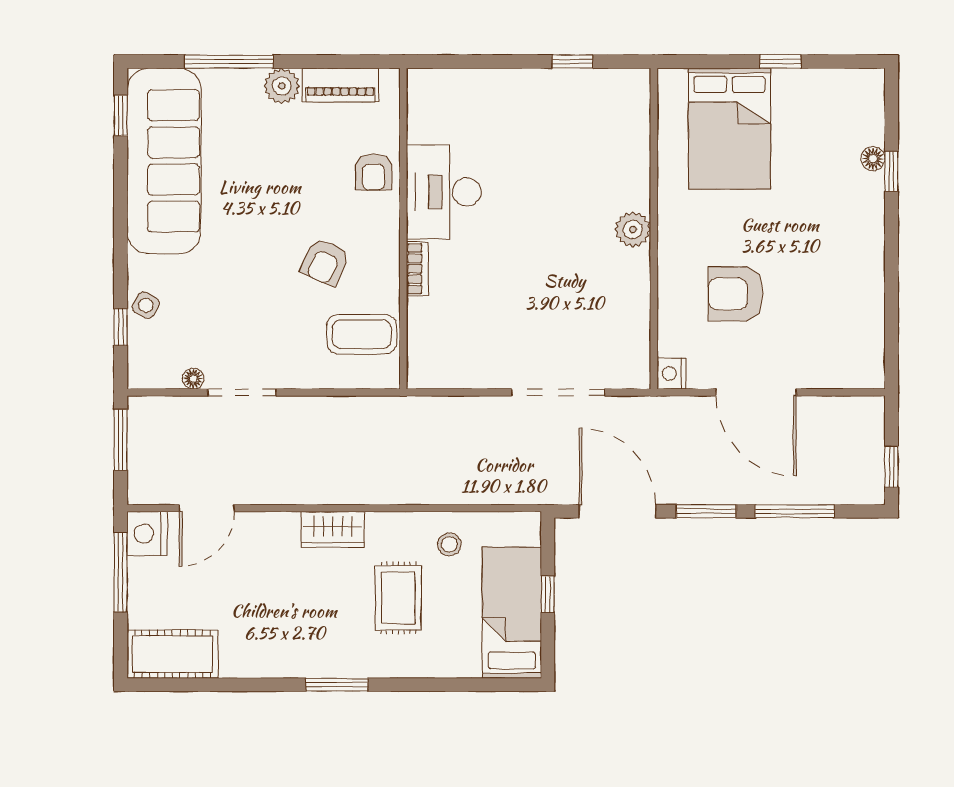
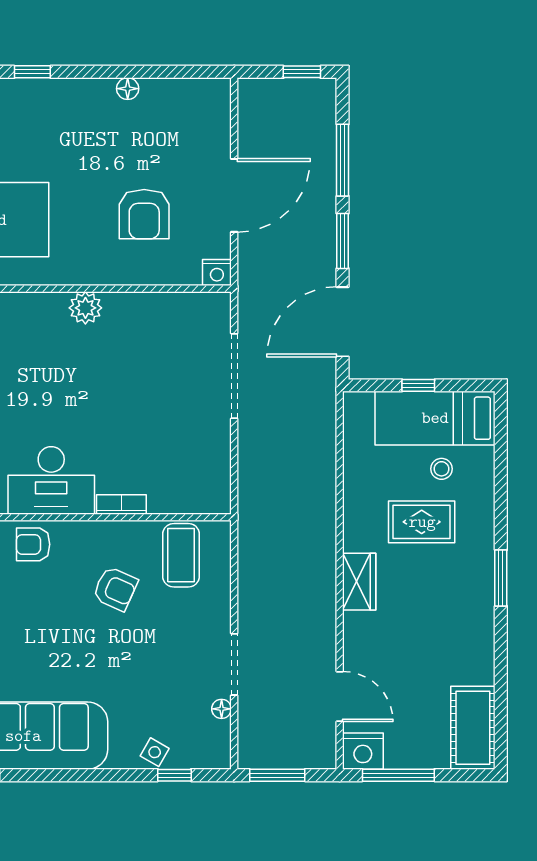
floor lamp: (873, 159) -> (128, 89), moved
armchair: (374, 172) -> (33, 544), turned 180
stool: (449, 544) -> (441, 469), moved

